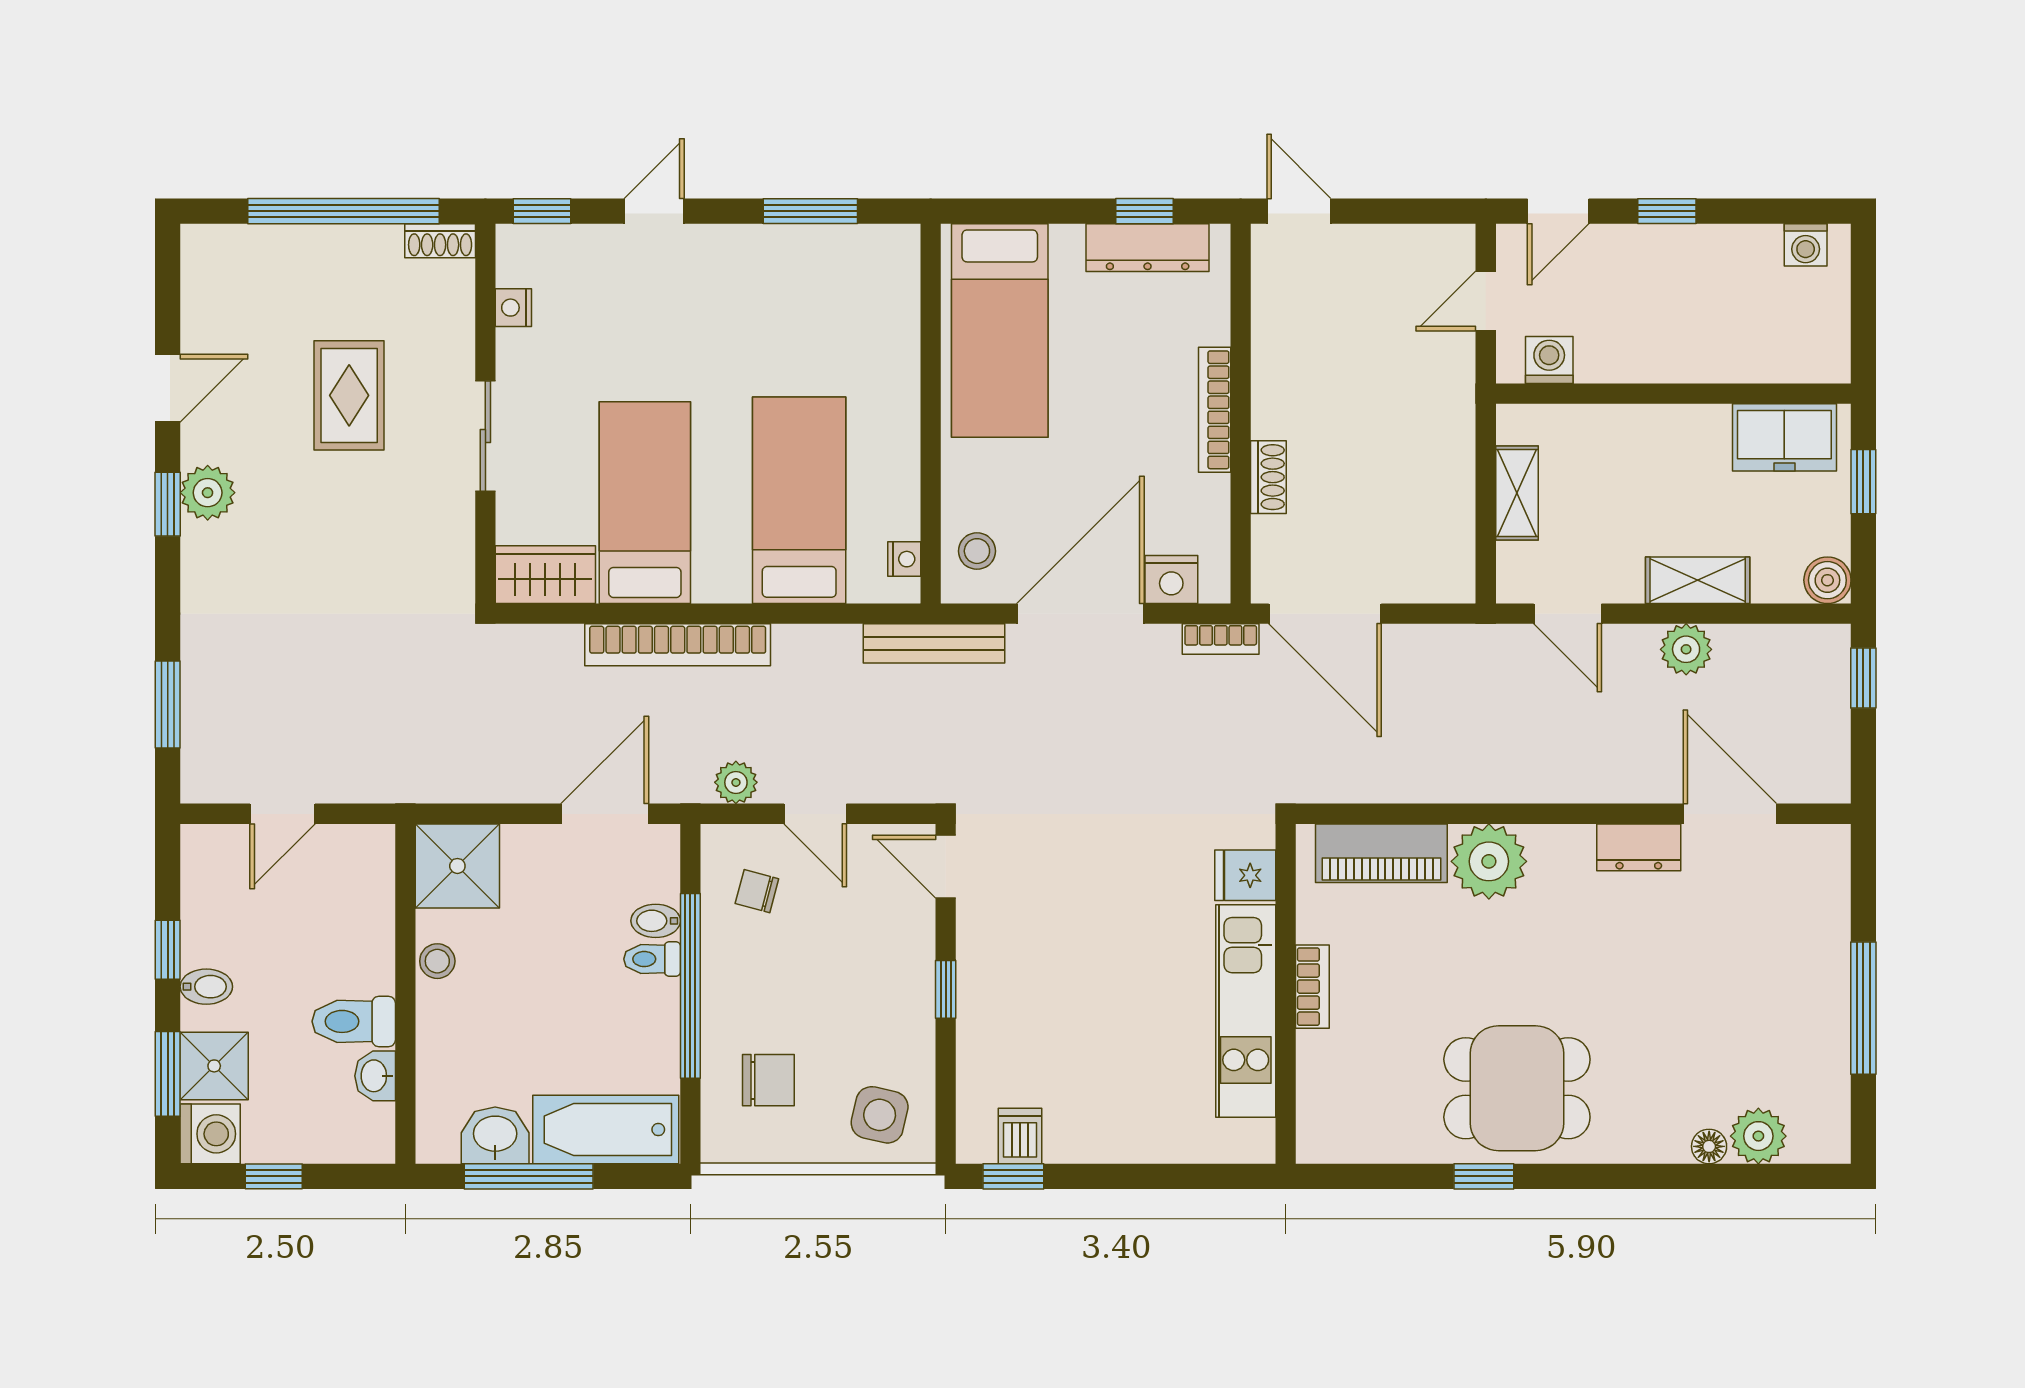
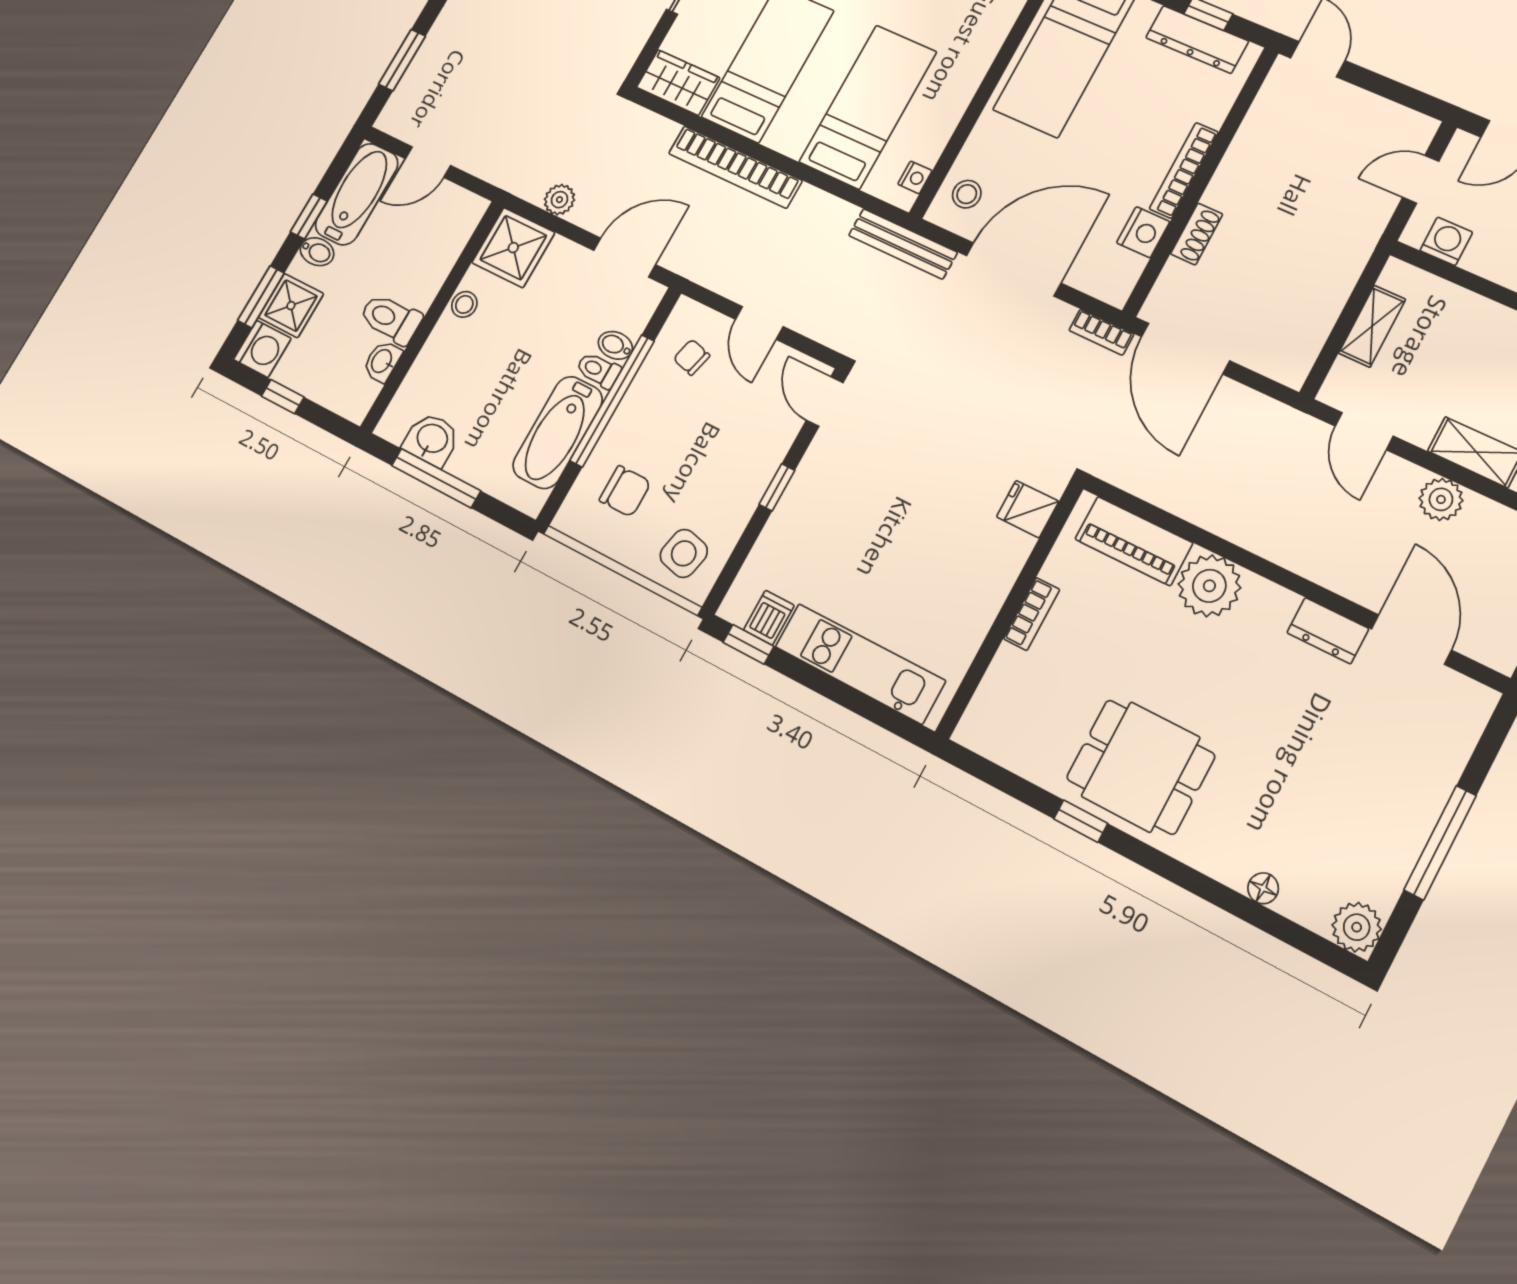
nightstand: (1171, 580) -> (1143, 232), moved, turned -90
plant: (736, 782) -> (559, 200), moved
bathtub: (213, 894) -> (357, 194), added
kitchen unit: (1246, 1011) -> (860, 664), moved, turned 90
bathtub: (606, 1130) -> (558, 432), moved, turned -90
plant: (1758, 1136) -> (1357, 927), moved

